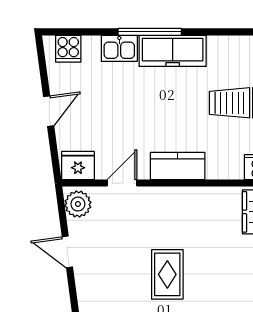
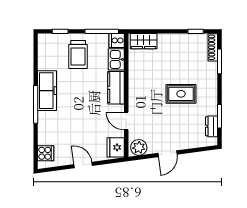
kitchen sink: (119, 48) -> (116, 59), moved, turned 180

